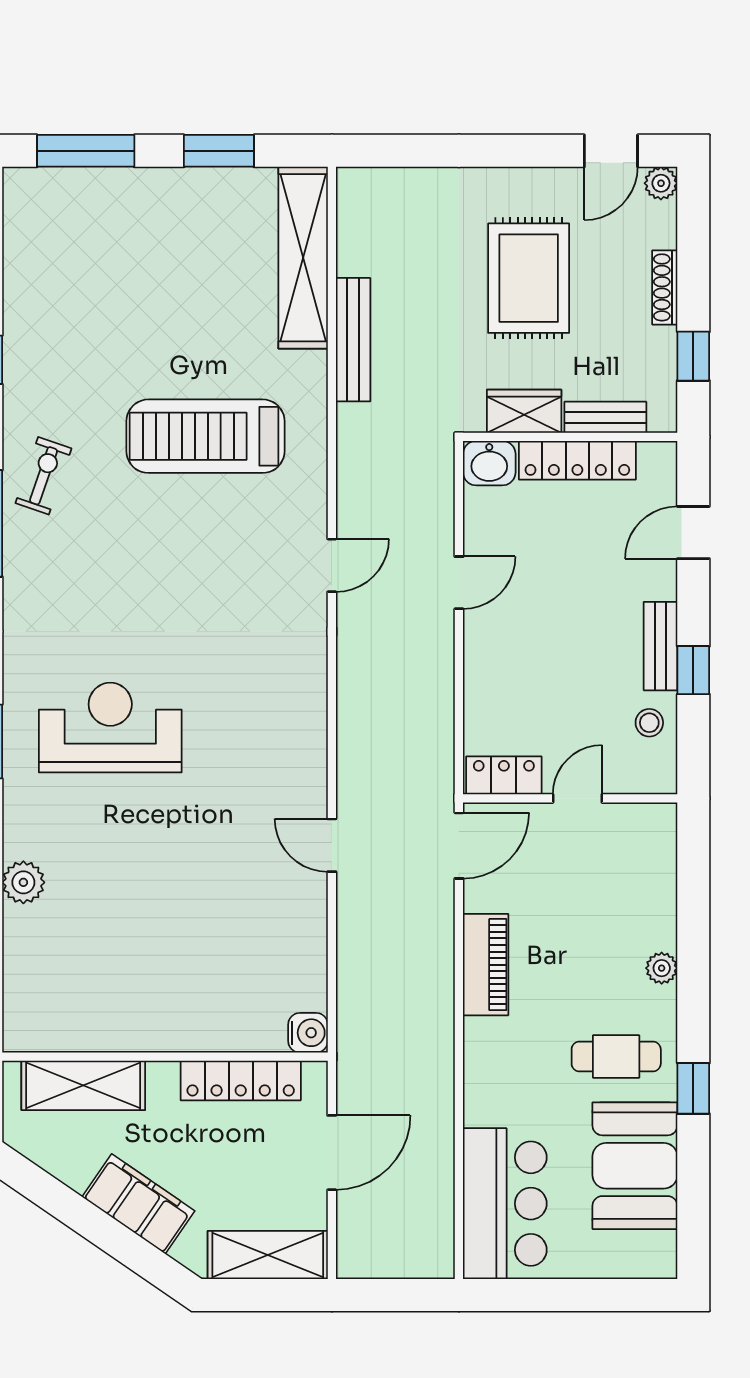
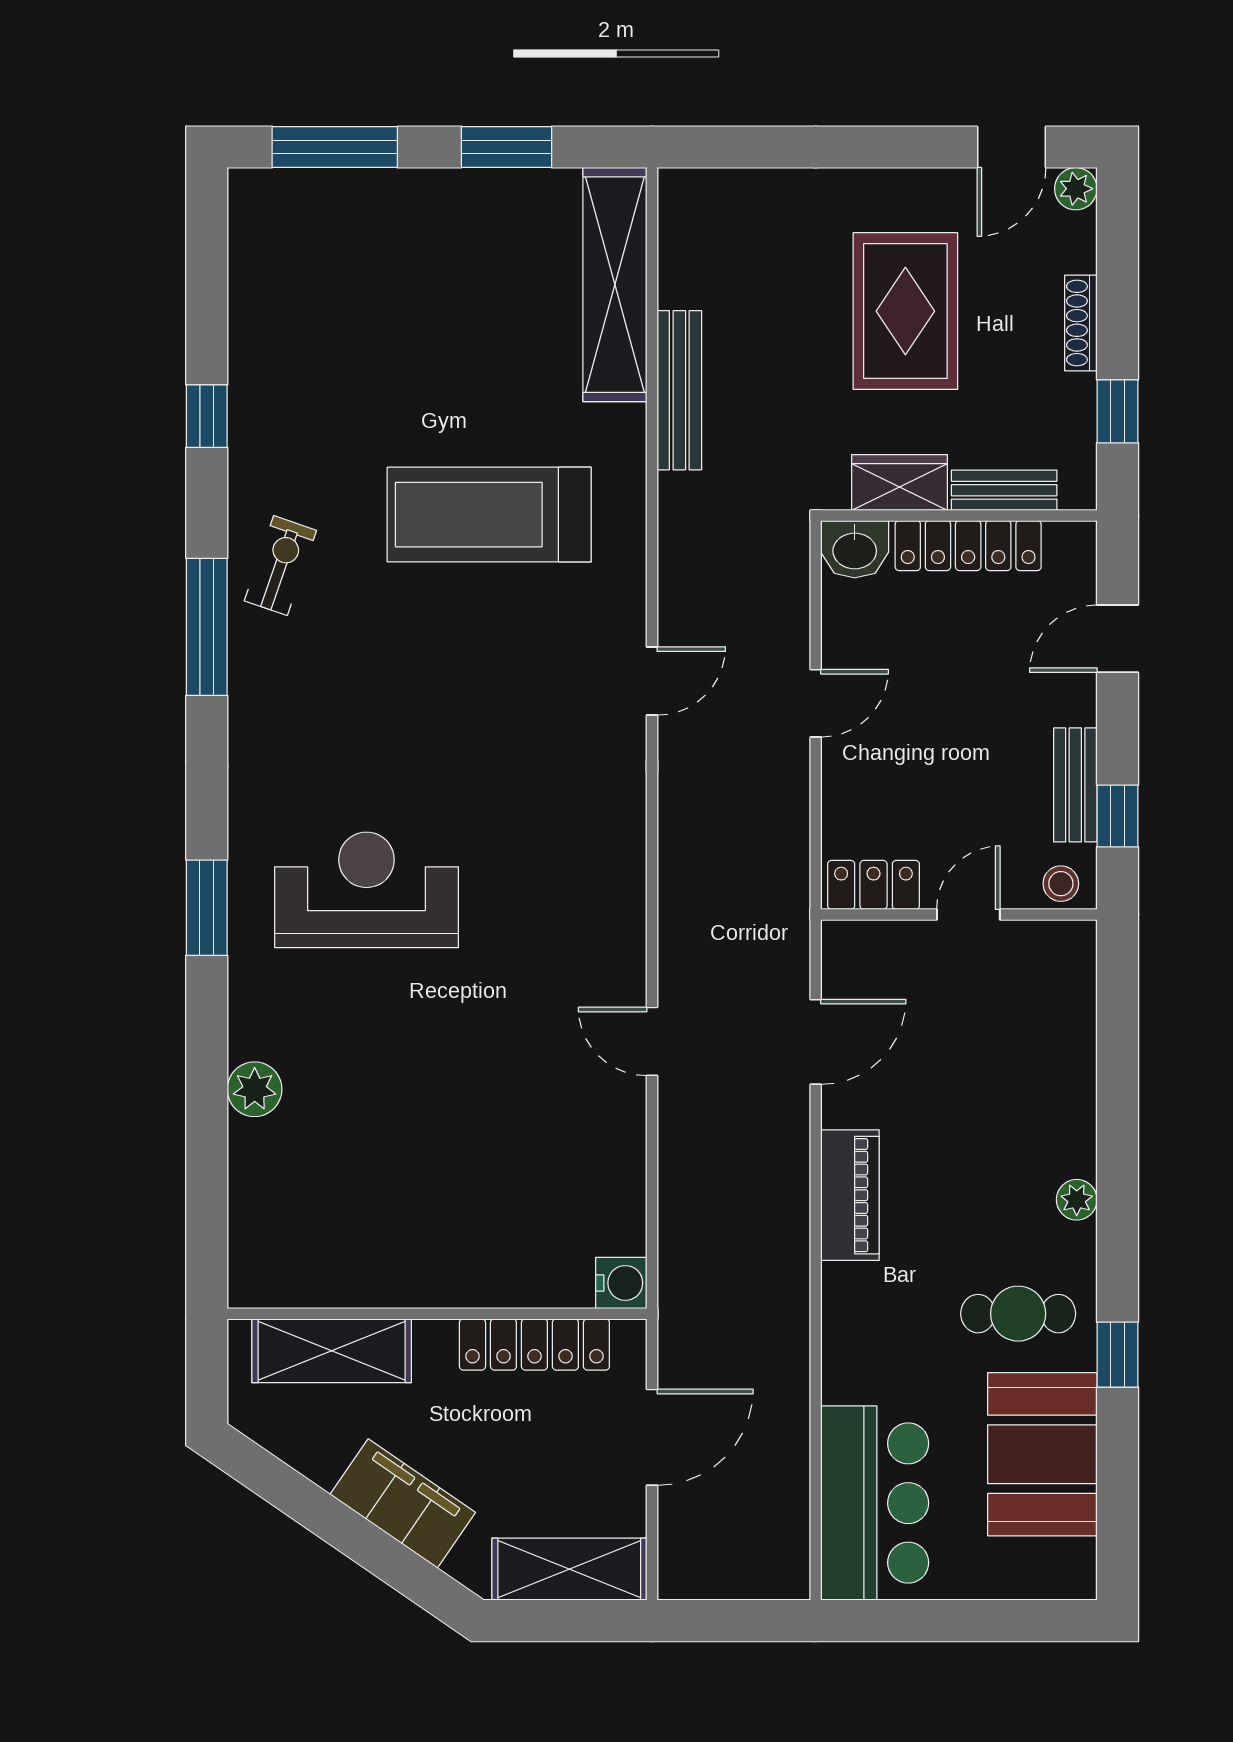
locker: (504, 775) -> (874, 885), moved
wall: (570, 798) -> (959, 915), moved
door: (577, 798) -> (968, 915), moved

